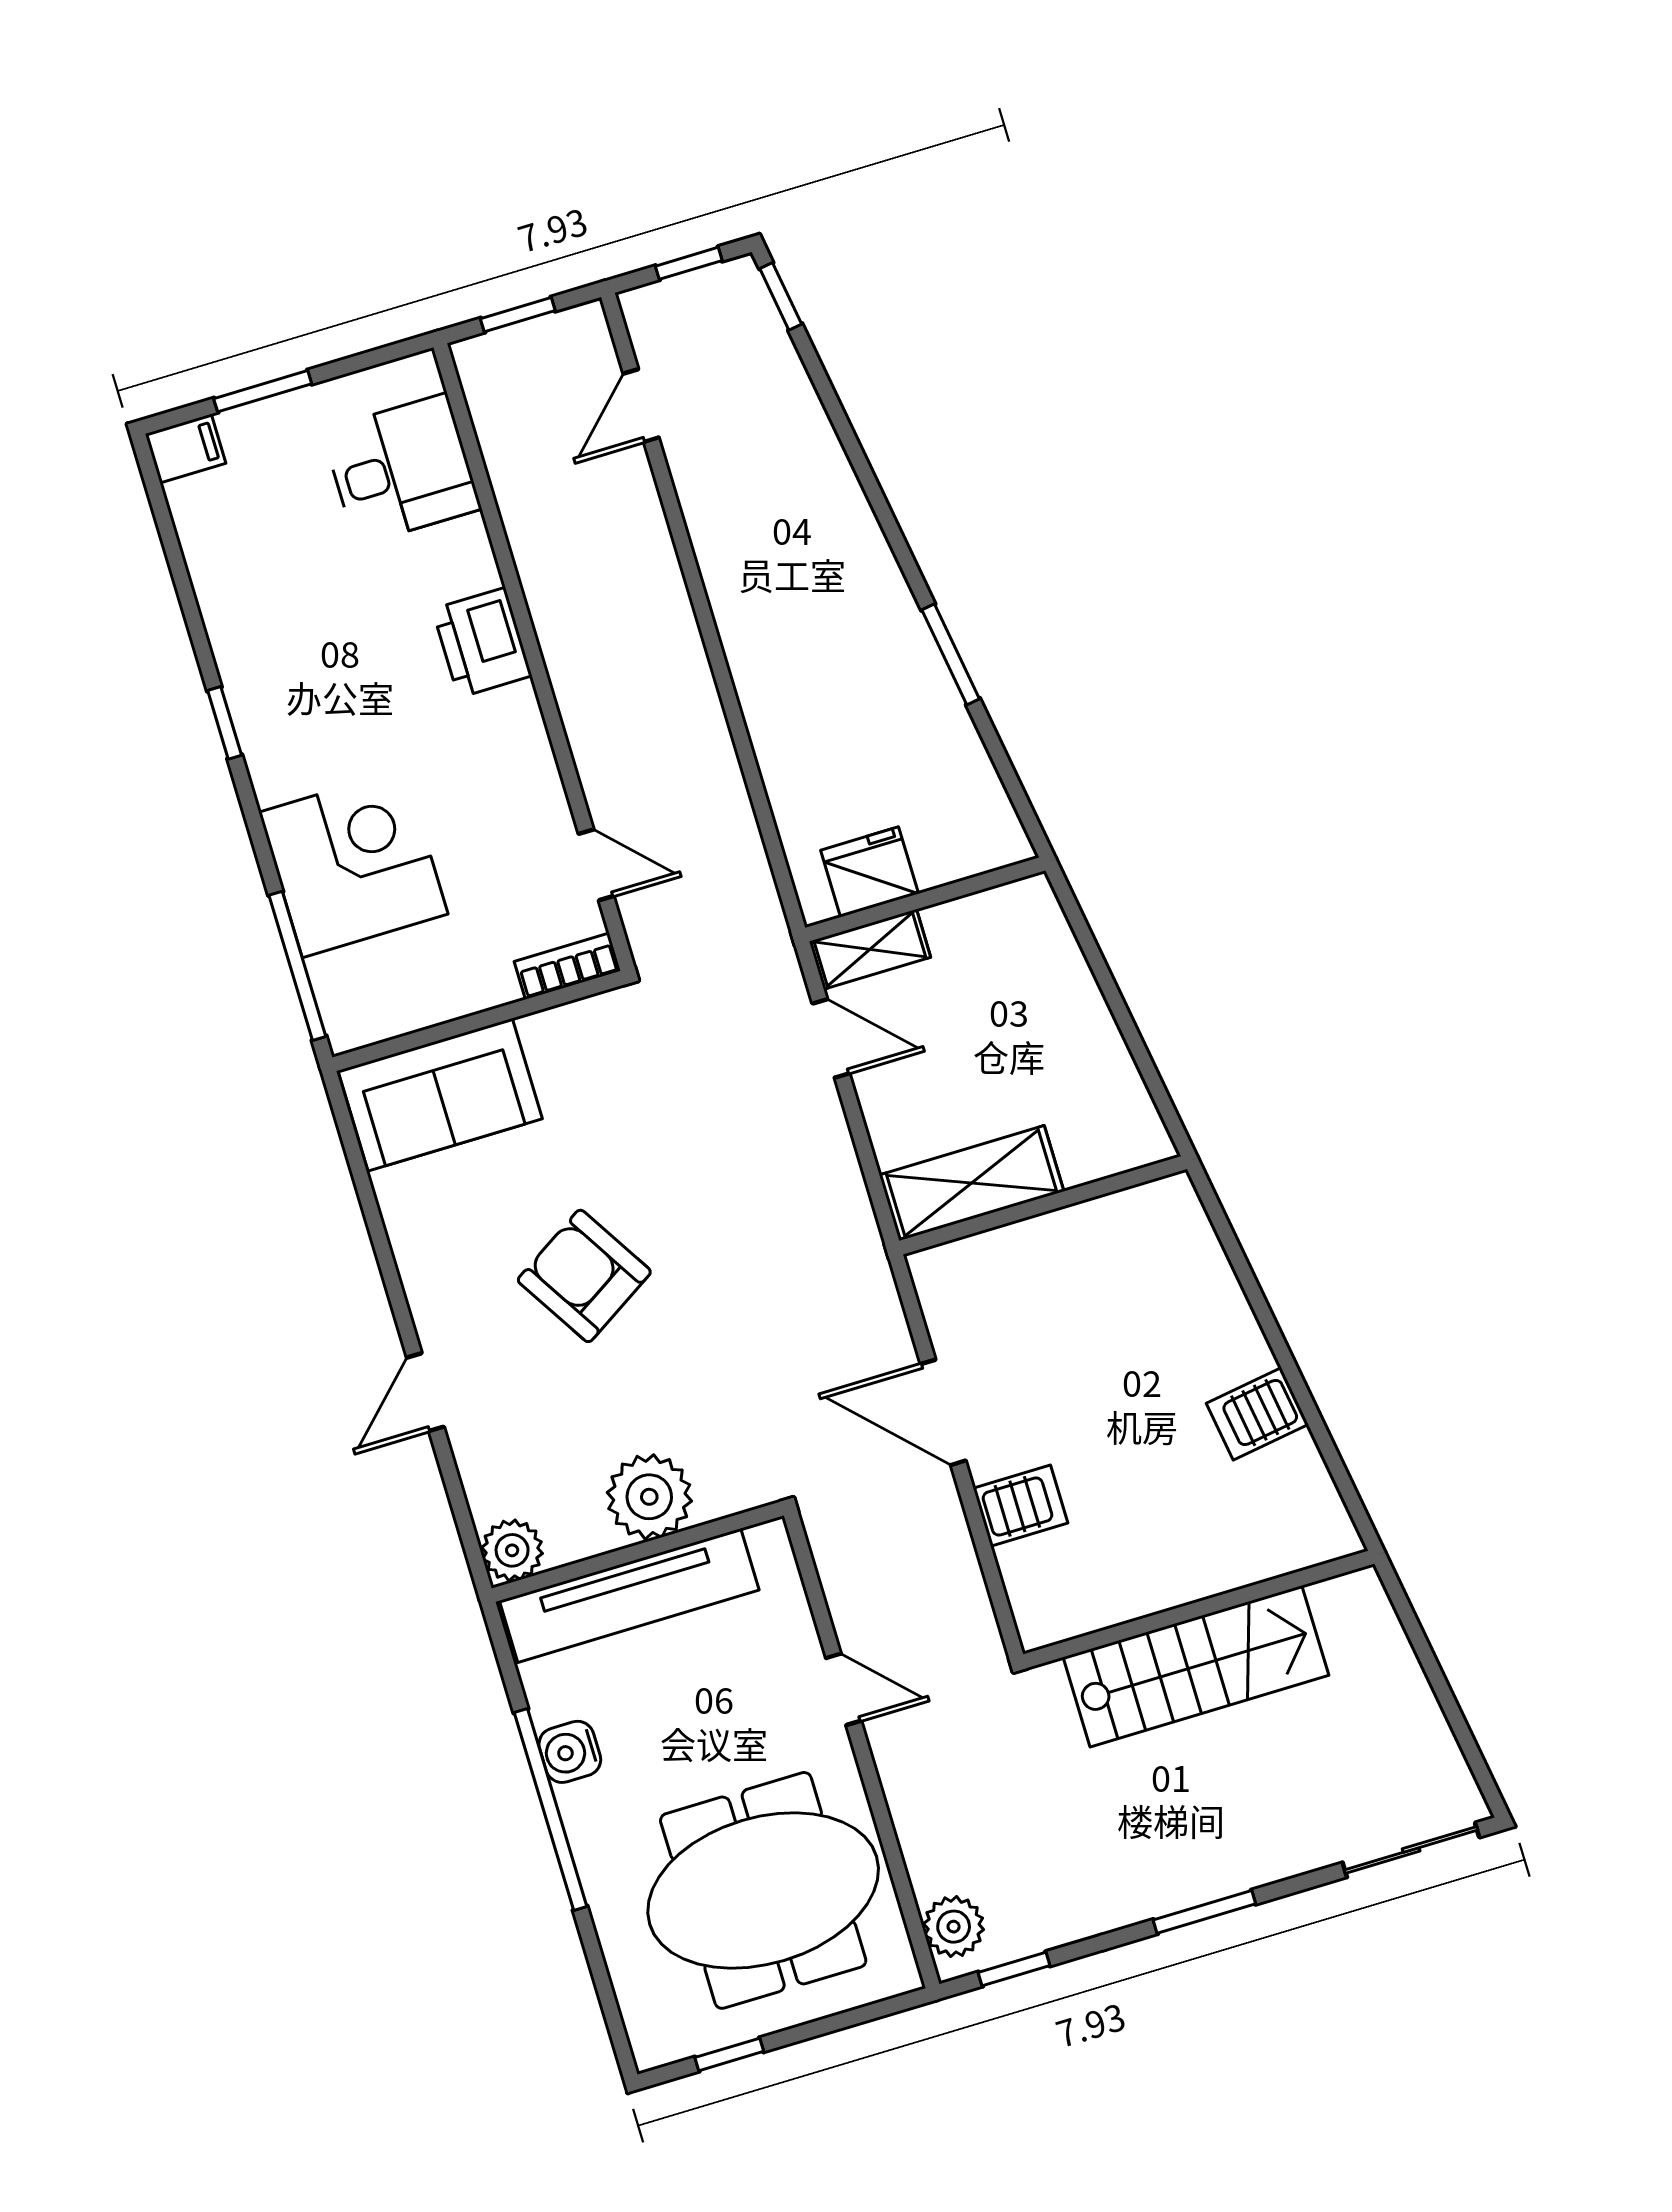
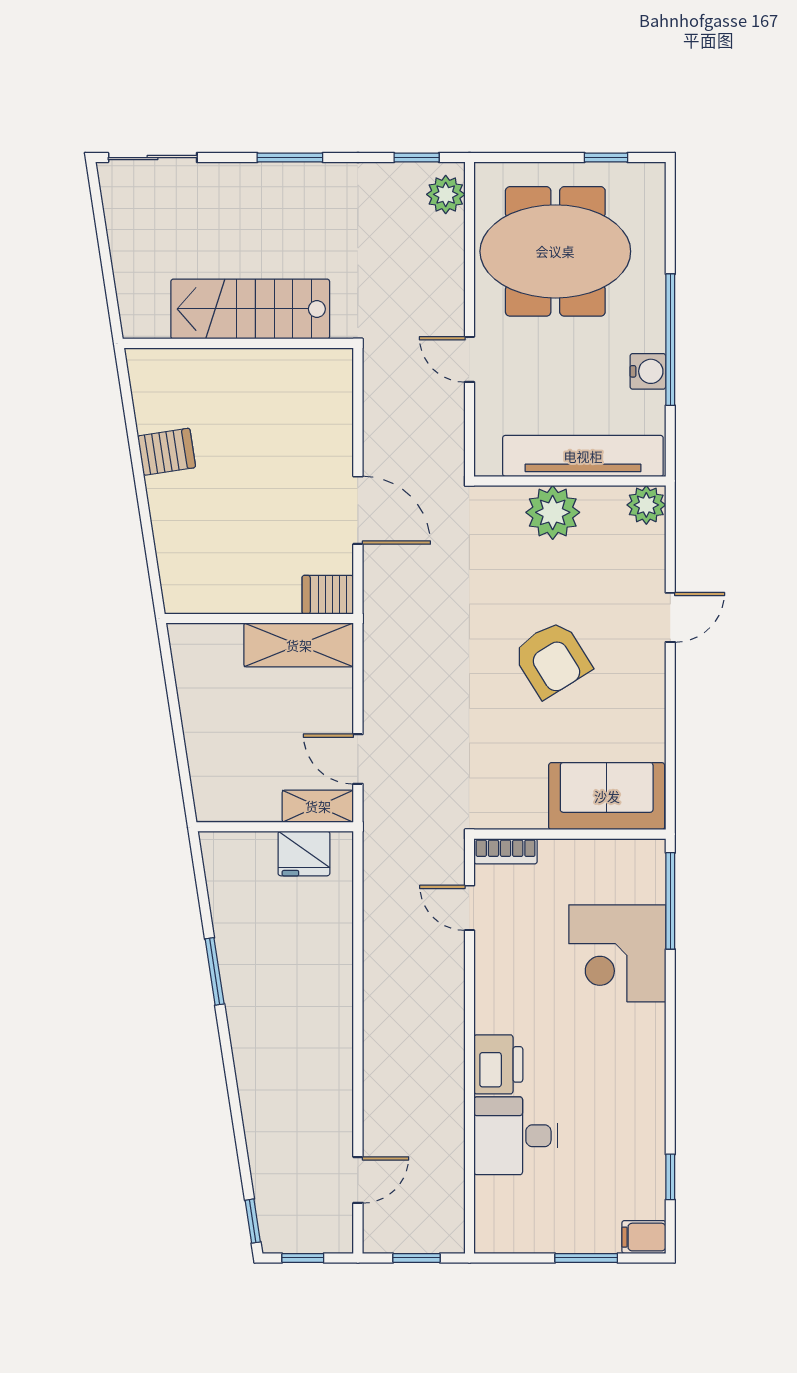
desk: (402, 470) -> (516, 1136), moved
window: (225, 723) -> (670, 1177), moved
server rack: (1021, 1506) -> (328, 595), moved

